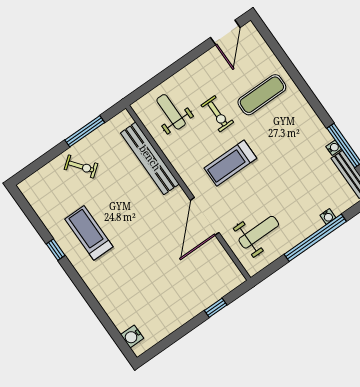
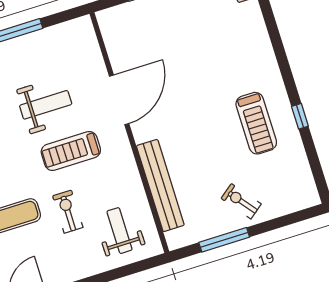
weight bench: (171, 112) -> (119, 231), turned 180
treadmill: (230, 163) -> (71, 151), turned 180
weight bench: (259, 232) -> (46, 105), moved, turned 180

